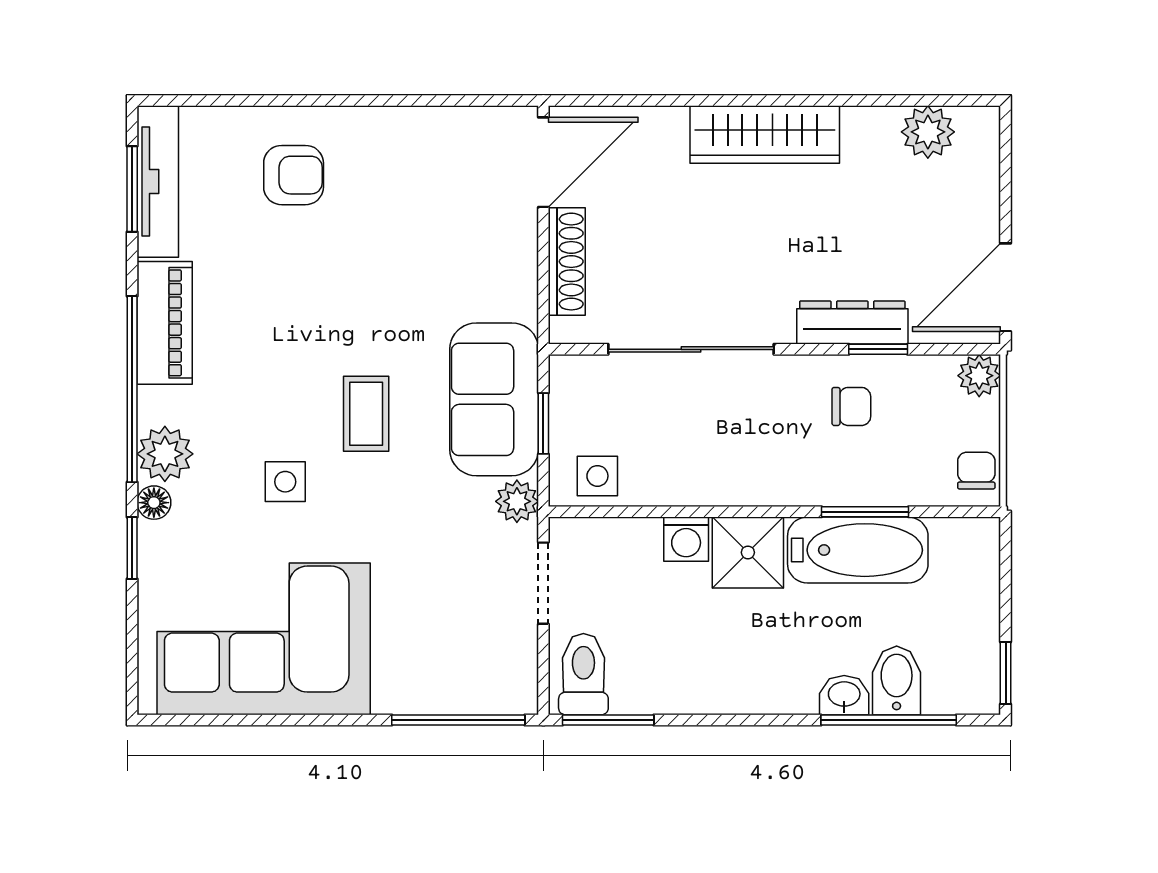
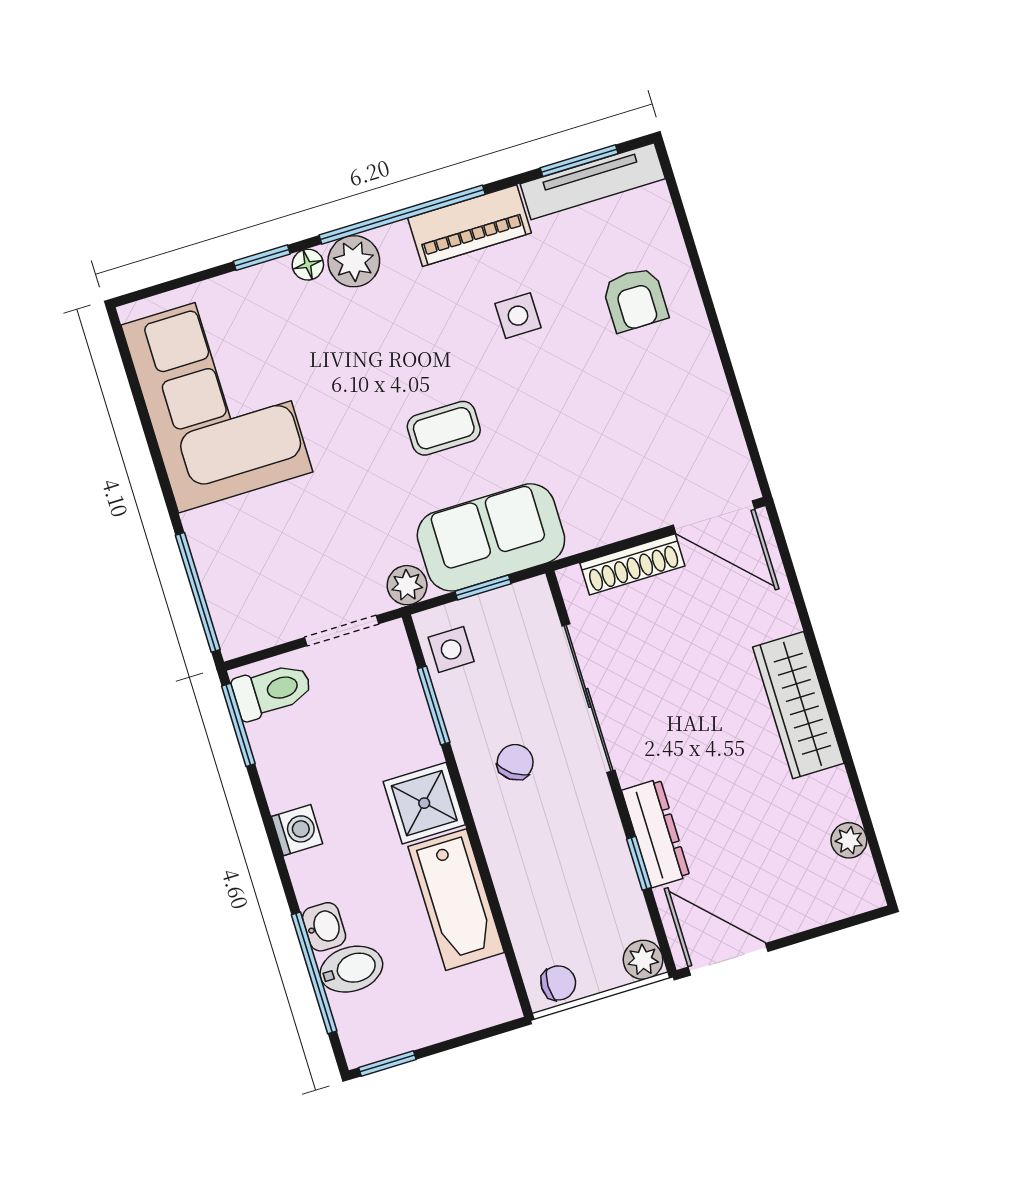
plant: (928, 132) -> (849, 840), width x0.73, depth x0.73
chair: (851, 406) -> (515, 762), moved, turned -145
side table: (285, 482) -> (518, 316), moved
window: (865, 512) -> (434, 705), moved
washing machine: (686, 539) -> (297, 830), moved, turned 180

